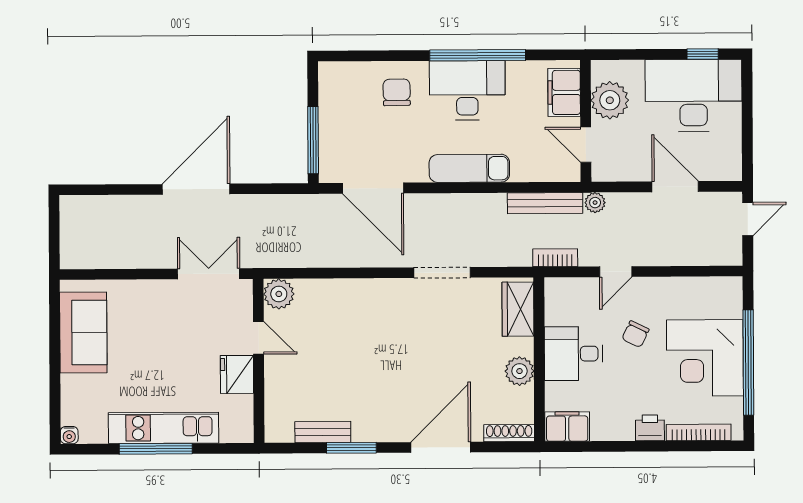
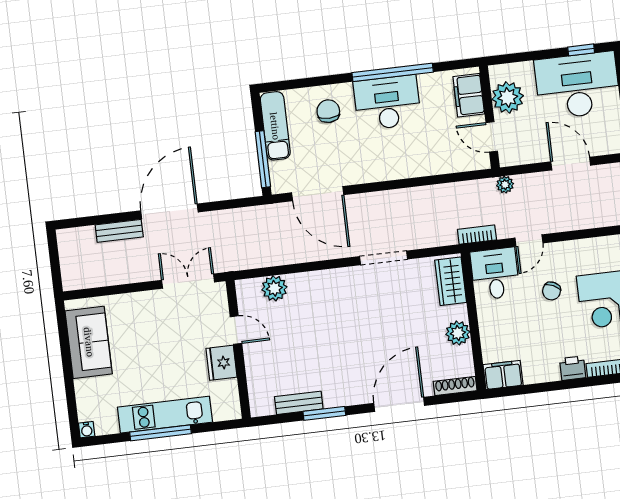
exam couch: (469, 168) -> (275, 126), moved, turned 90
bench: (545, 203) -> (119, 231), moved, width x0.73
plant: (279, 294) -> (274, 288), moved
desk: (574, 354) -> (495, 274), moved, turned 90

